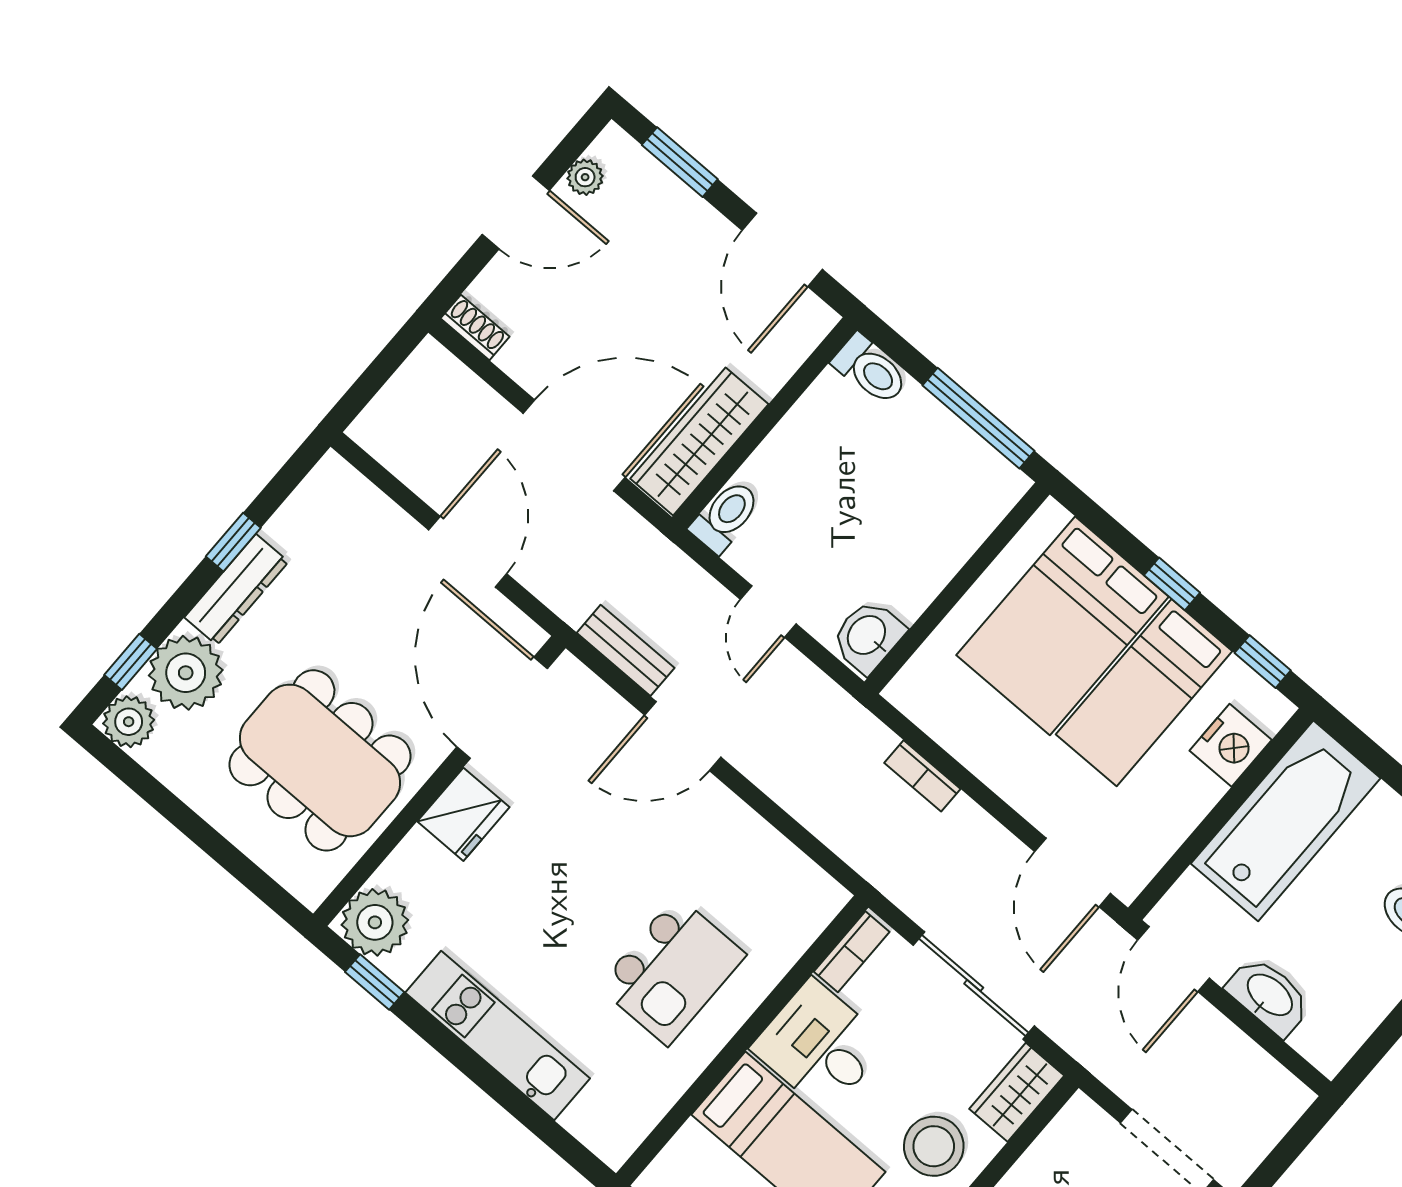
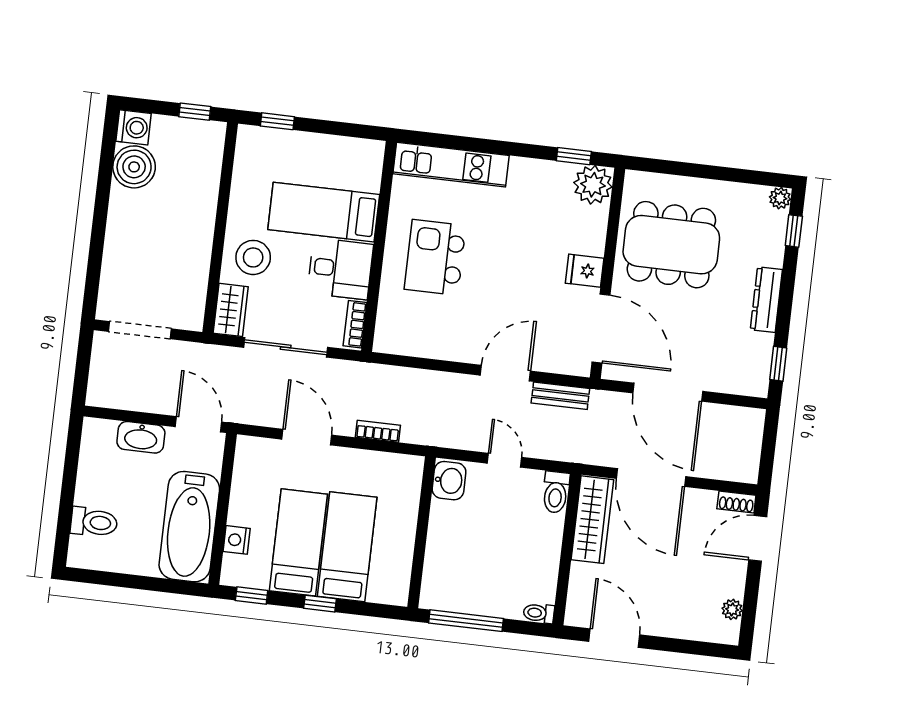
window: (680, 162) -> (692, 647), removed
door: (516, 212) -> (758, 538), moved
toilet: (870, 370) -> (539, 613), width x0.73, depth x0.72
door: (574, 445) -> (651, 477), hinge flipped
window: (233, 542) -> (778, 364), moved
door: (468, 552) -> (668, 392), width x1.36
bed: (1062, 626) -> (347, 547), width x0.67
plant: (186, 673) -> (764, 243), removed
plant: (129, 722) -> (780, 198), width x0.73, depth x0.73
nightstand: (1231, 745) -> (237, 540), width x0.74, depth x0.75
fridge: (463, 814) -> (585, 271), width x0.72
door: (1073, 872) -> (307, 437), moved
kitchen unit: (498, 1035) -> (451, 165), moved

